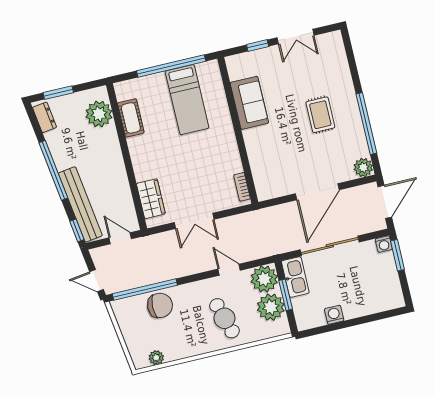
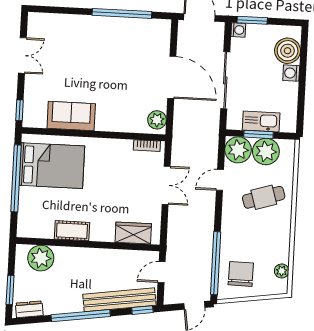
window: (258, 45) -> (20, 110), moved
bed: (187, 100) -> (52, 166), width x1.50
rug: (320, 115) -> (101, 54), removed
cot: (131, 118) -> (72, 231), moved
plant: (363, 167) -> (157, 120), moved
double door: (194, 221) -> (166, 185), moved
kitchen sink: (295, 277) -> (261, 122), moved
boiler: (377, 299) -> (288, 51), added
chair: (160, 305) -> (241, 274), moved
washing machine: (334, 315) -> (291, 73), moved

